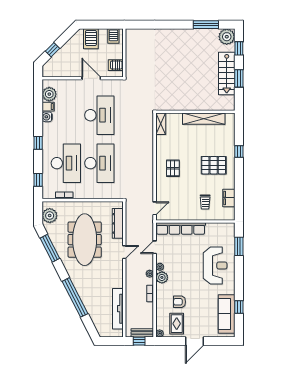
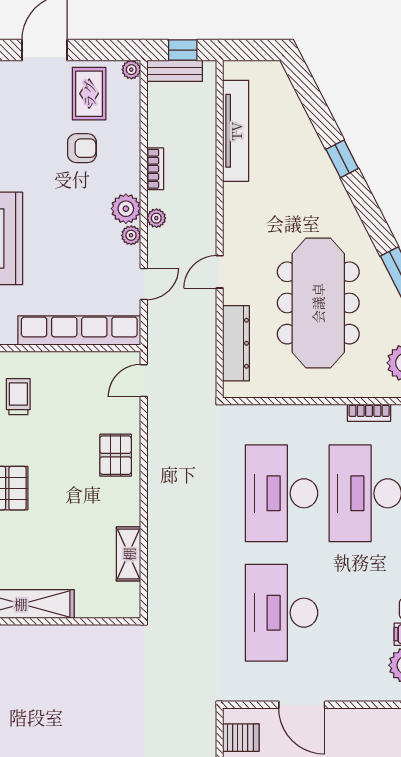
shelving: (161, 124) -> (129, 554), moved
pallet: (173, 168) -> (116, 455), moved
window: (75, 297) -> (342, 159), width x0.32

